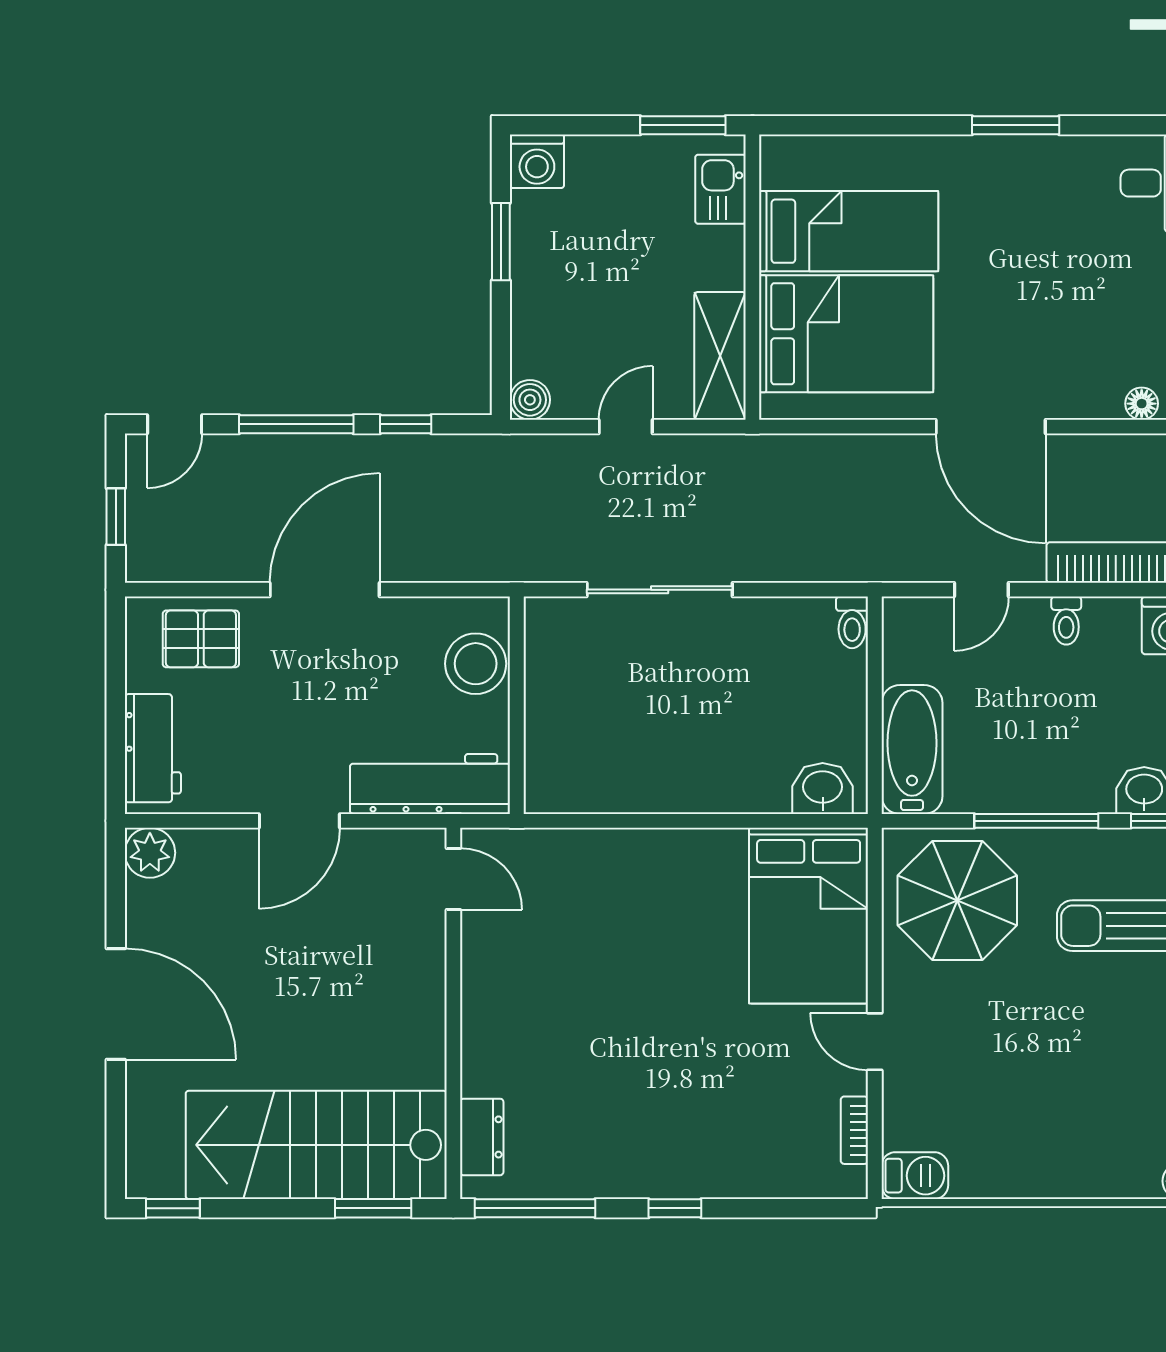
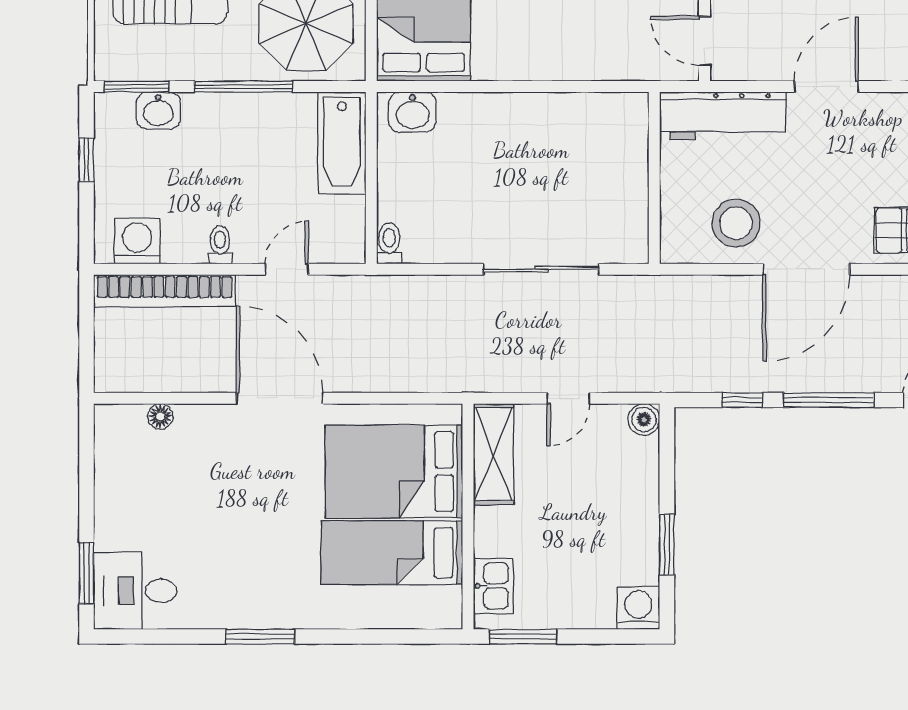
stool: (476, 664) -> (736, 223), moved

